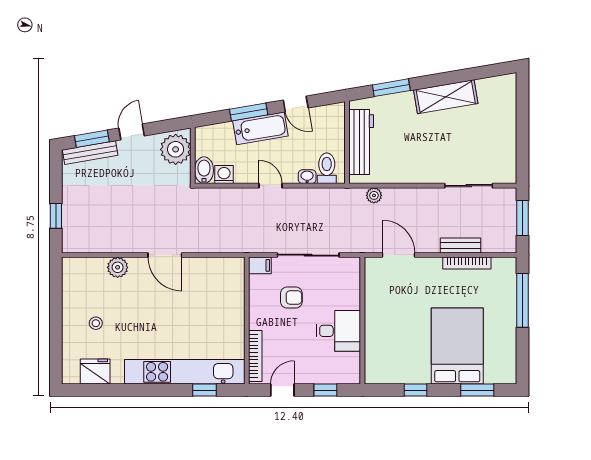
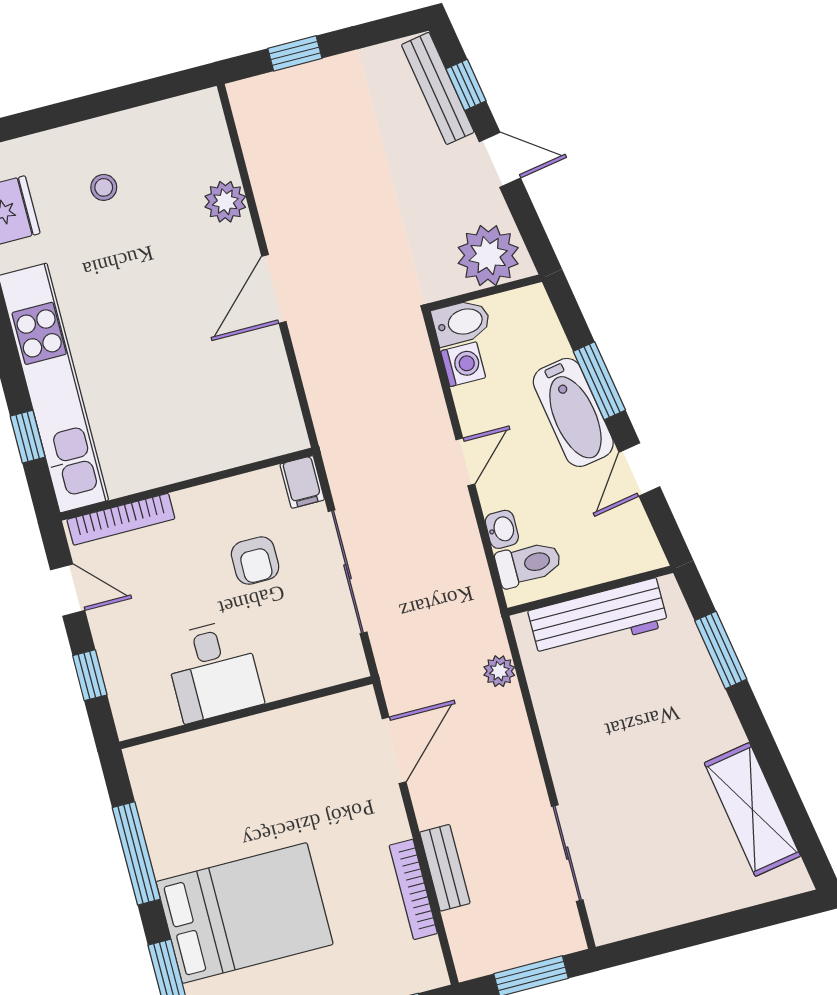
shelving: (446, 97) -> (752, 809), moved
window: (92, 139) -> (466, 85), width x0.67
window: (416, 390) -> (136, 853), width x2.17

